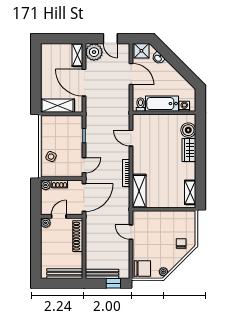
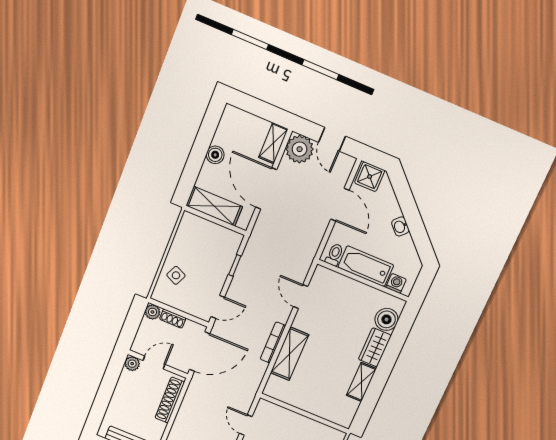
washbasin: (158, 58) -> (400, 226), moved
boiler: (46, 76) -> (215, 155), added
shelving: (139, 191) -> (290, 354), moved
shelving: (190, 192) -> (361, 382), moved

